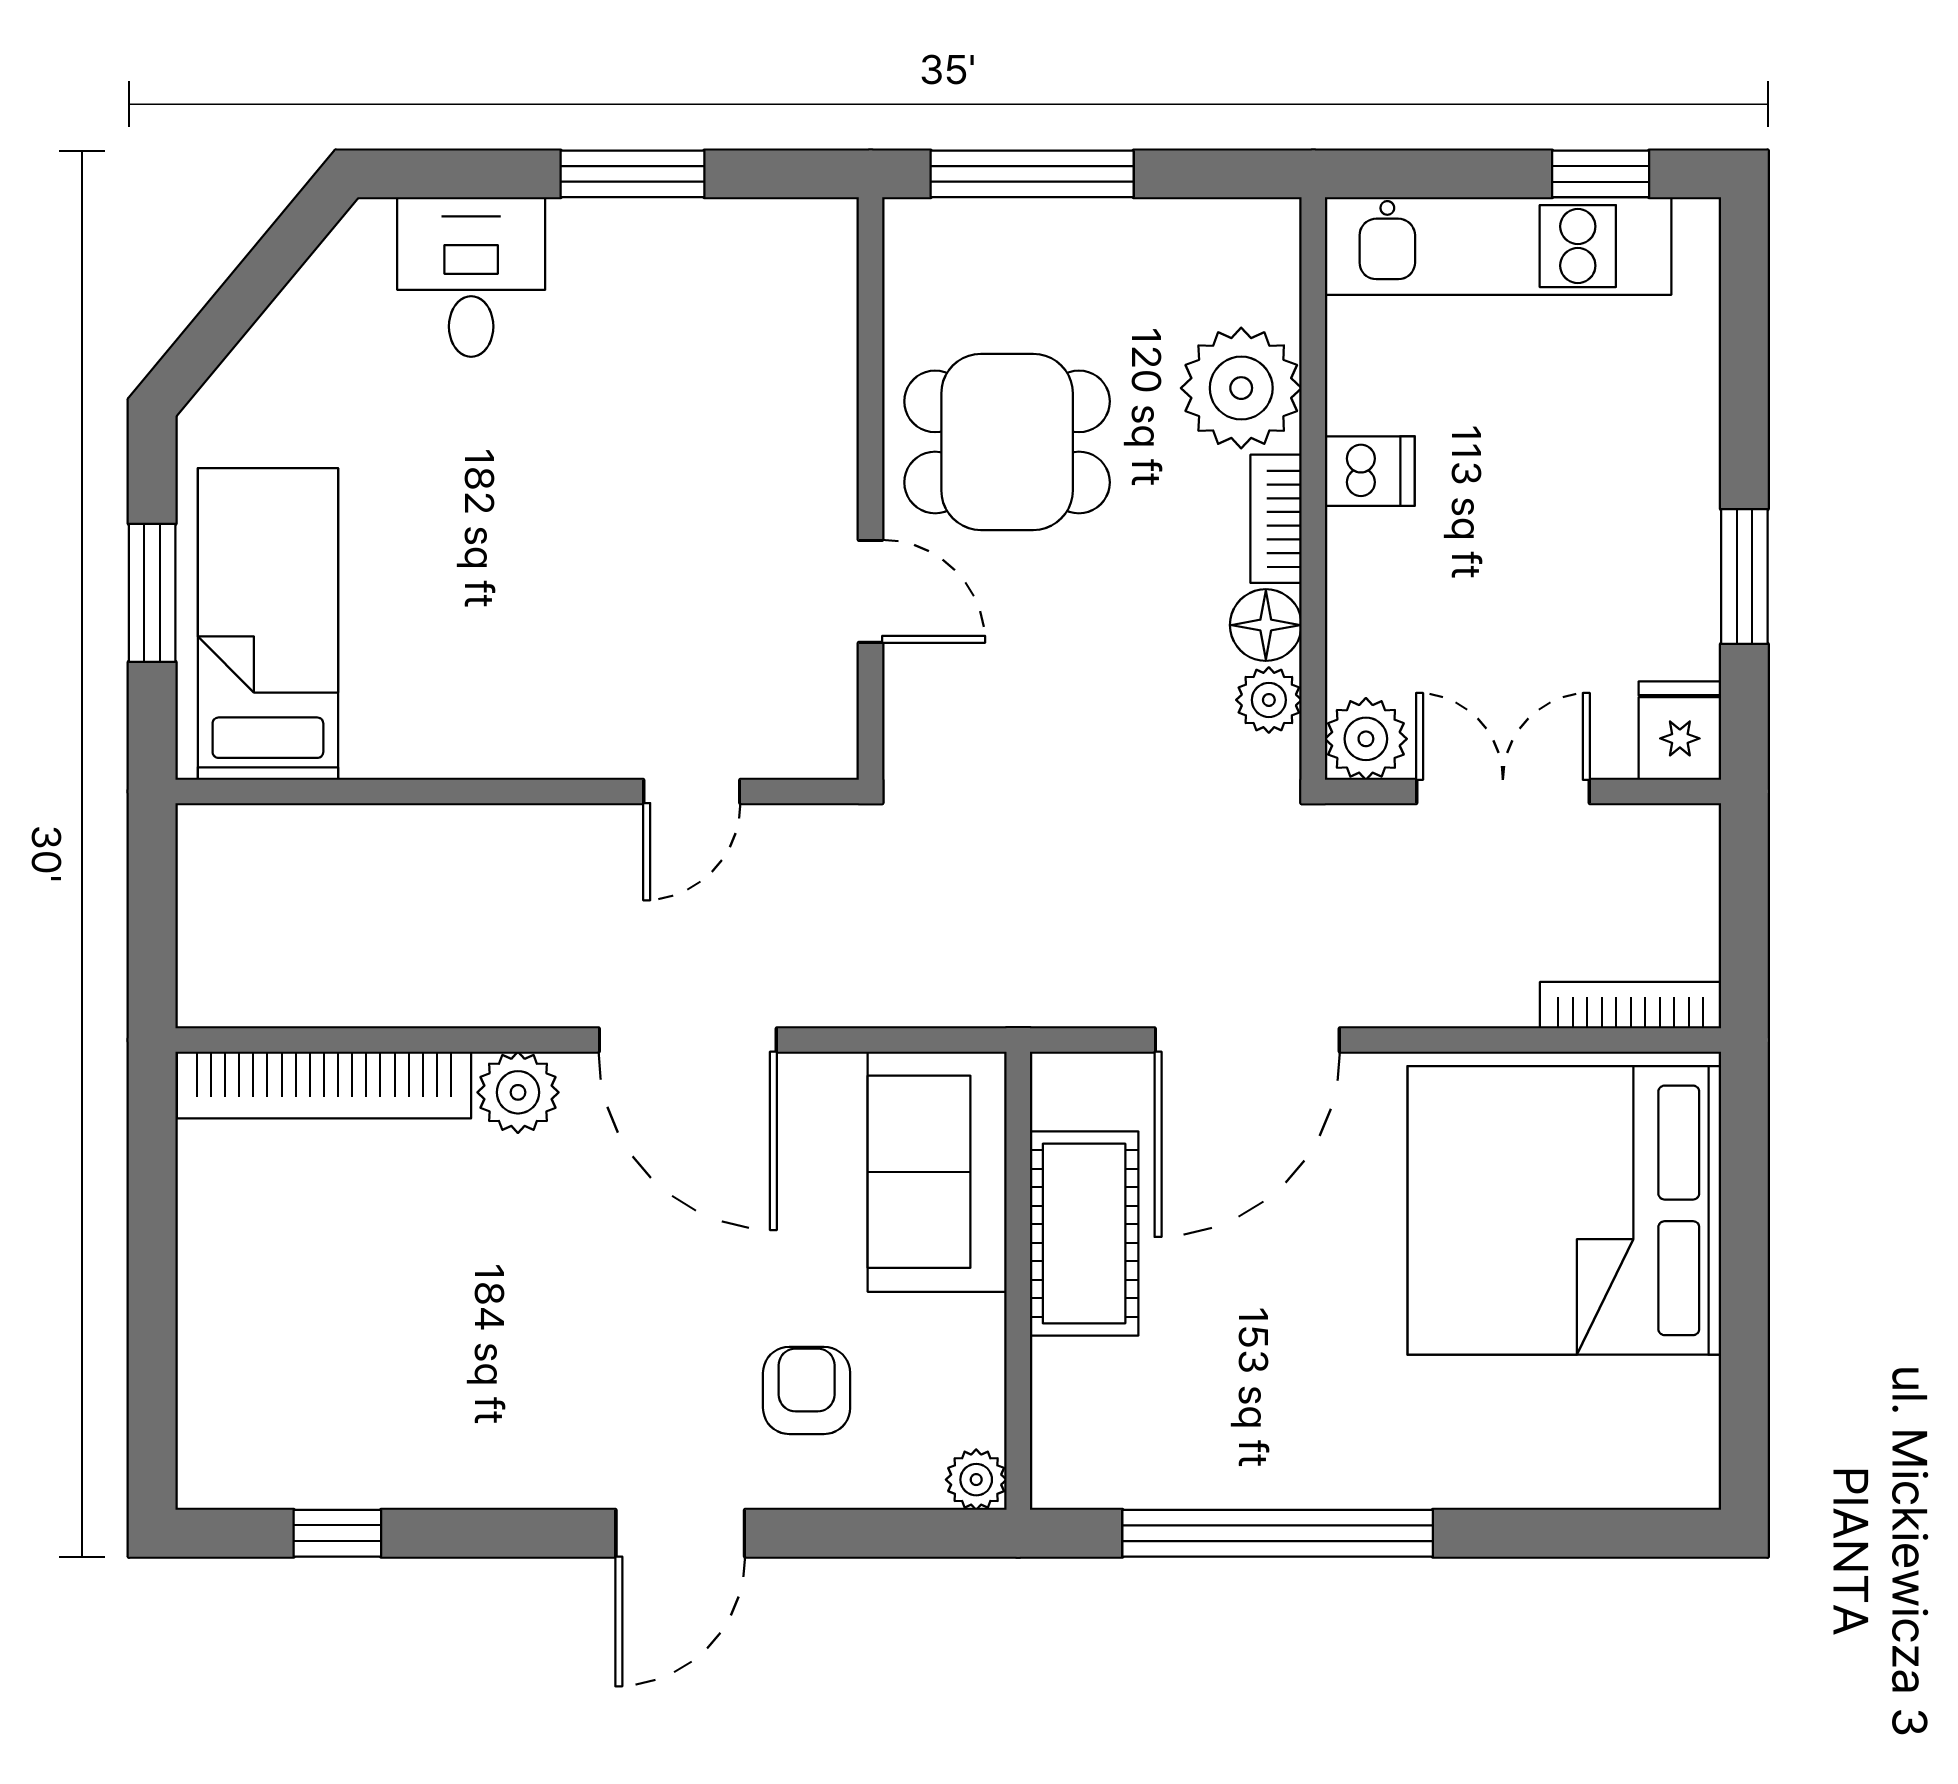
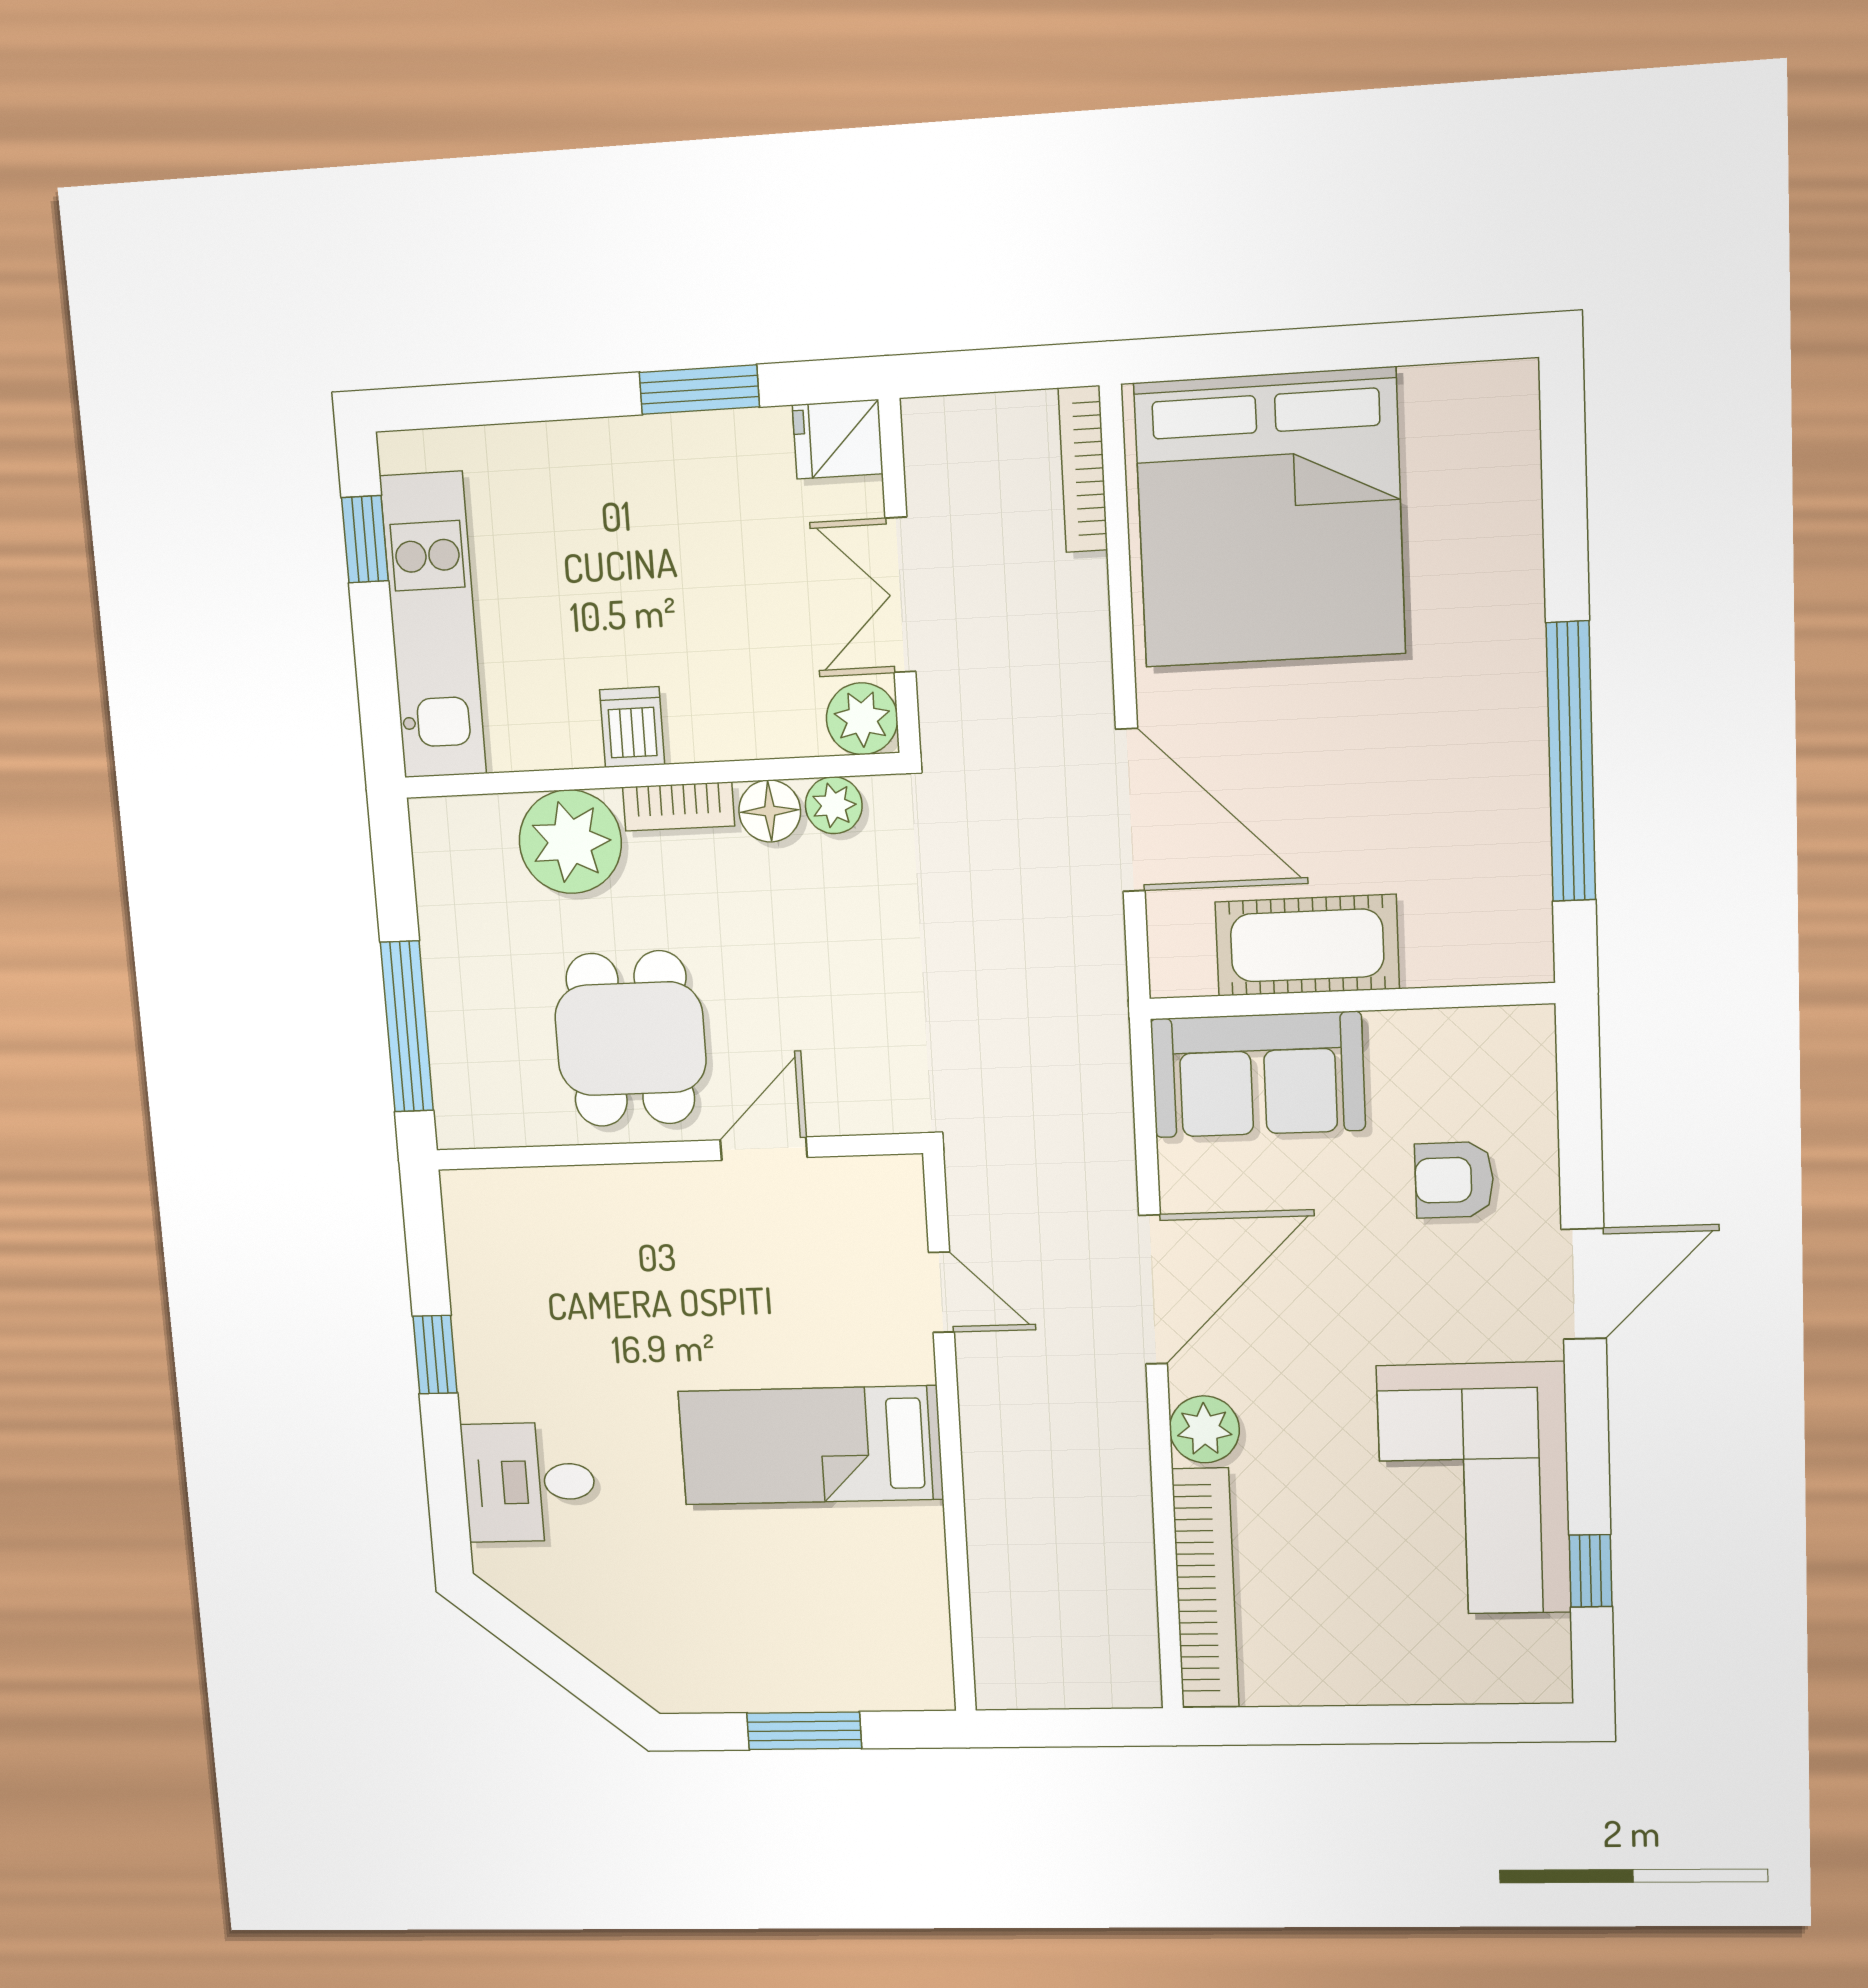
window: (633, 174) -> (435, 1355), width x0.67
bed: (268, 624) -> (811, 1445), moved
corner sofa: (439, 1402) -> (1474, 1489), added
plant: (976, 1480) -> (1529, 1031), removed
door: (680, 1533) -> (1584, 1284), hinge flipped

